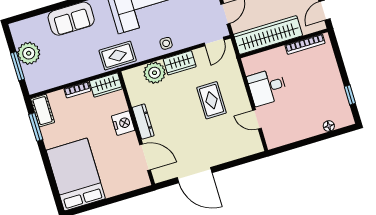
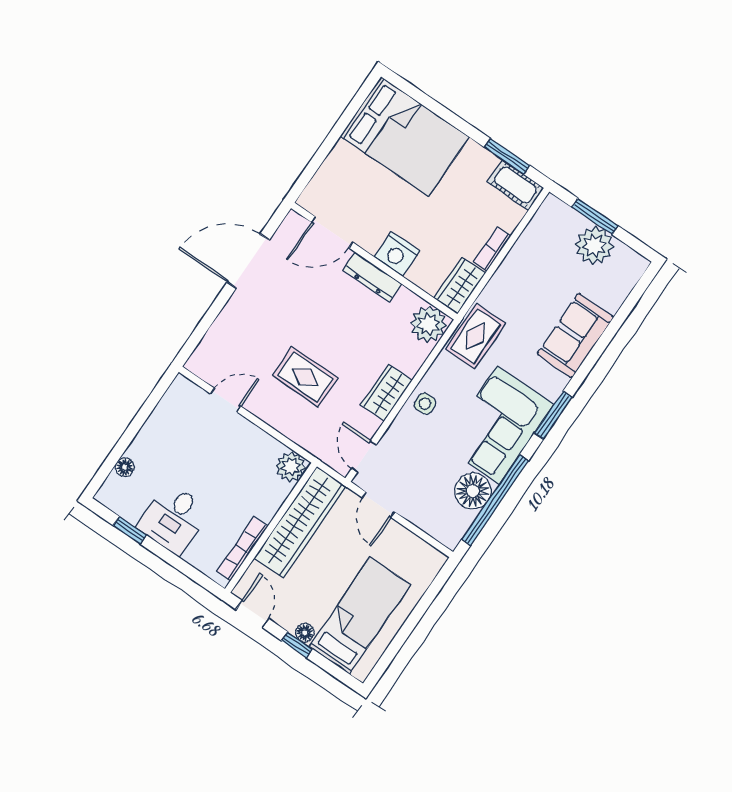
plant: (252, 64) -> (291, 467), added
plant: (155, 73) -> (429, 324), moved
desk: (267, 87) -> (173, 518), moved, turned 180

